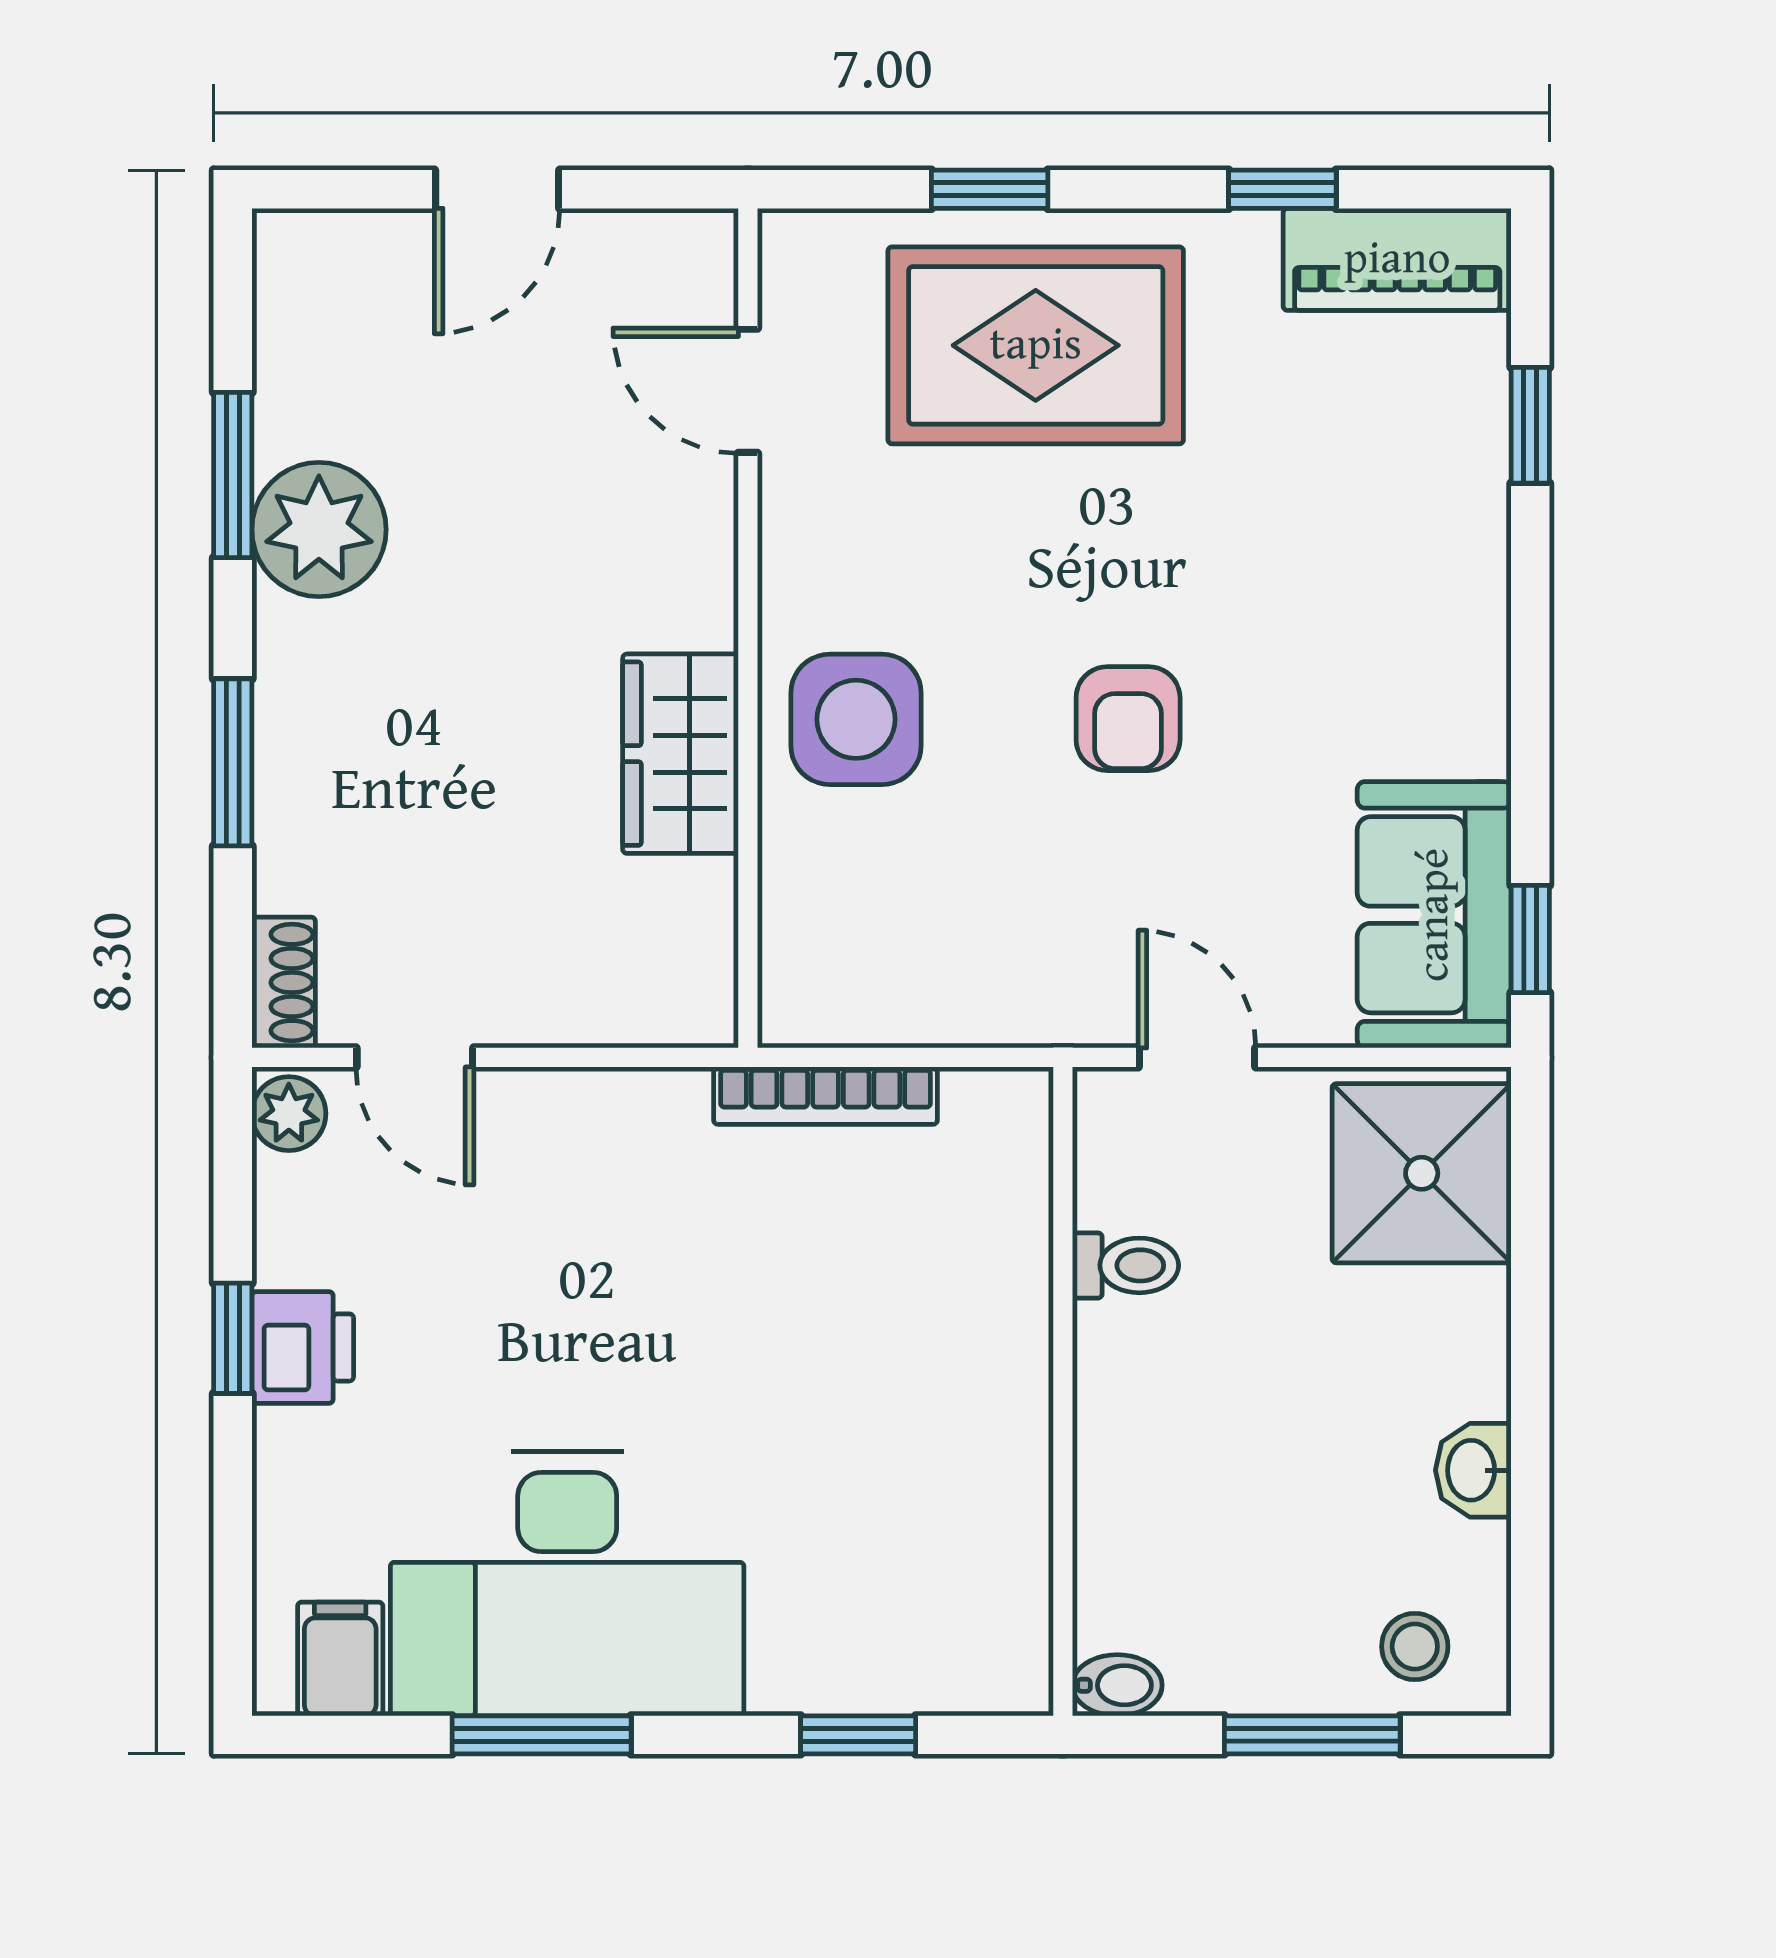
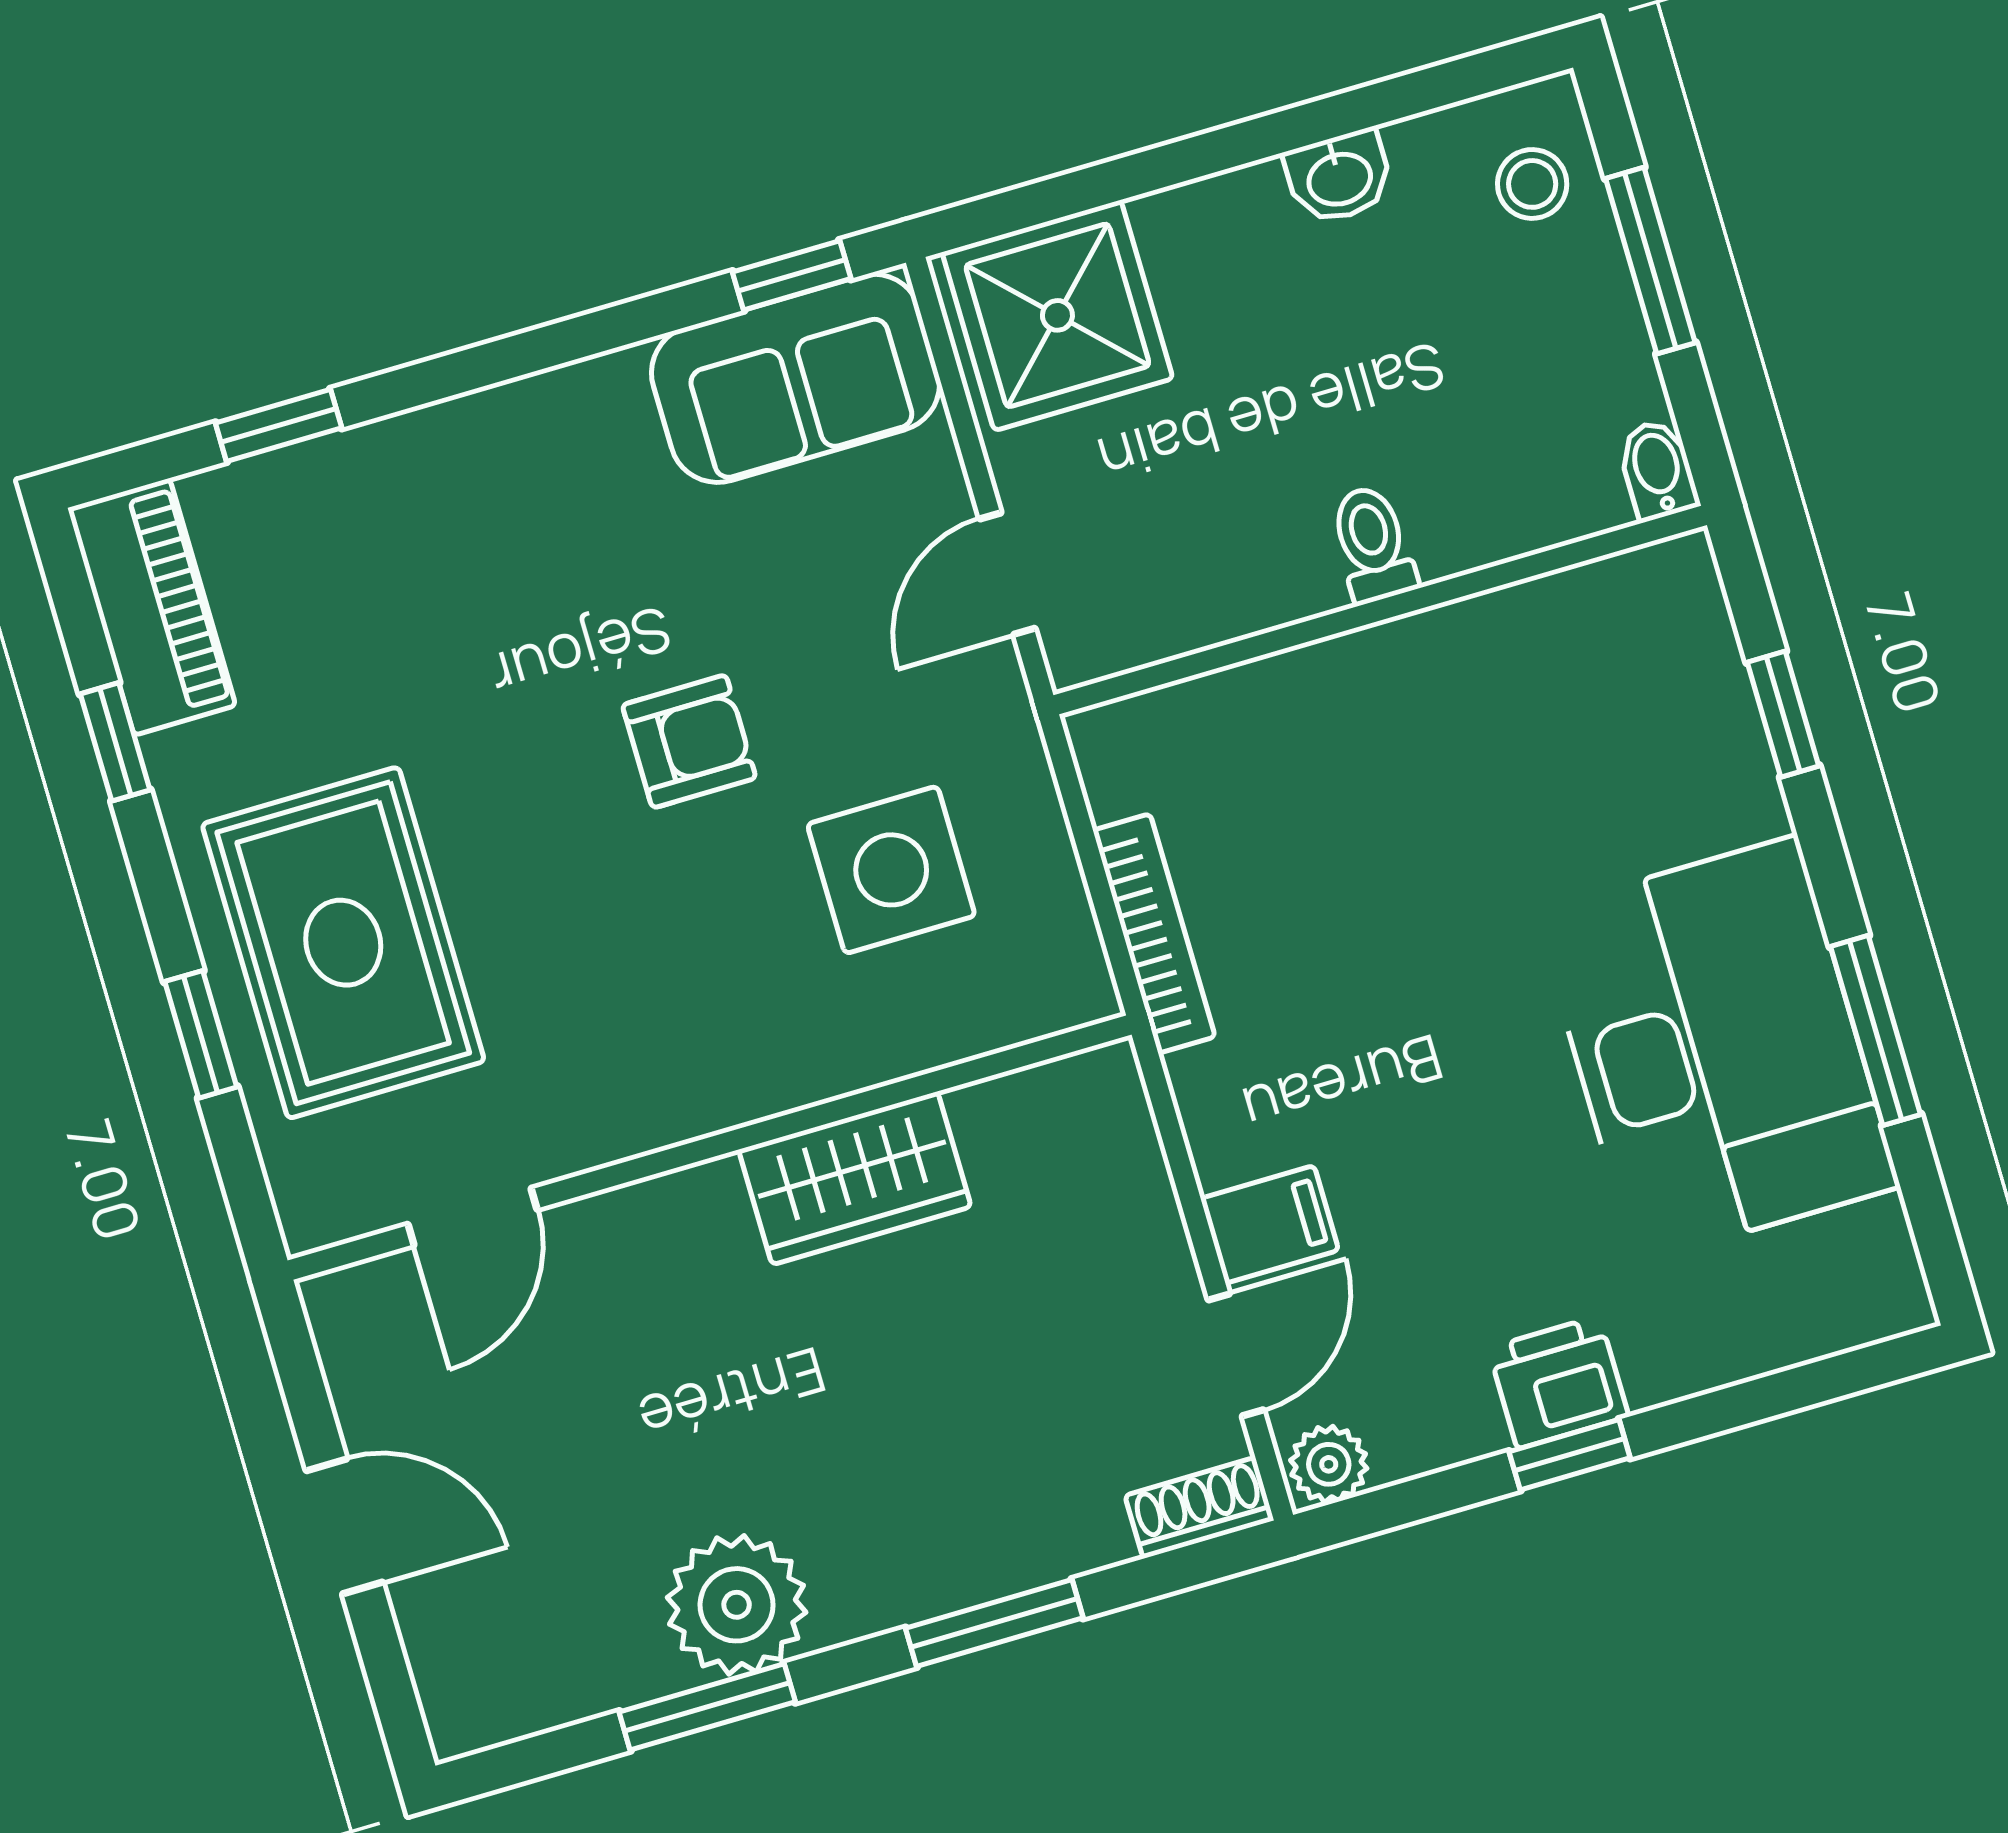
side table: (856, 719) -> (891, 870), moved
toilet: (1125, 1265) -> (1373, 544), moved
filing cabinet: (340, 1659) -> (1270, 1224), moved, turned 180

